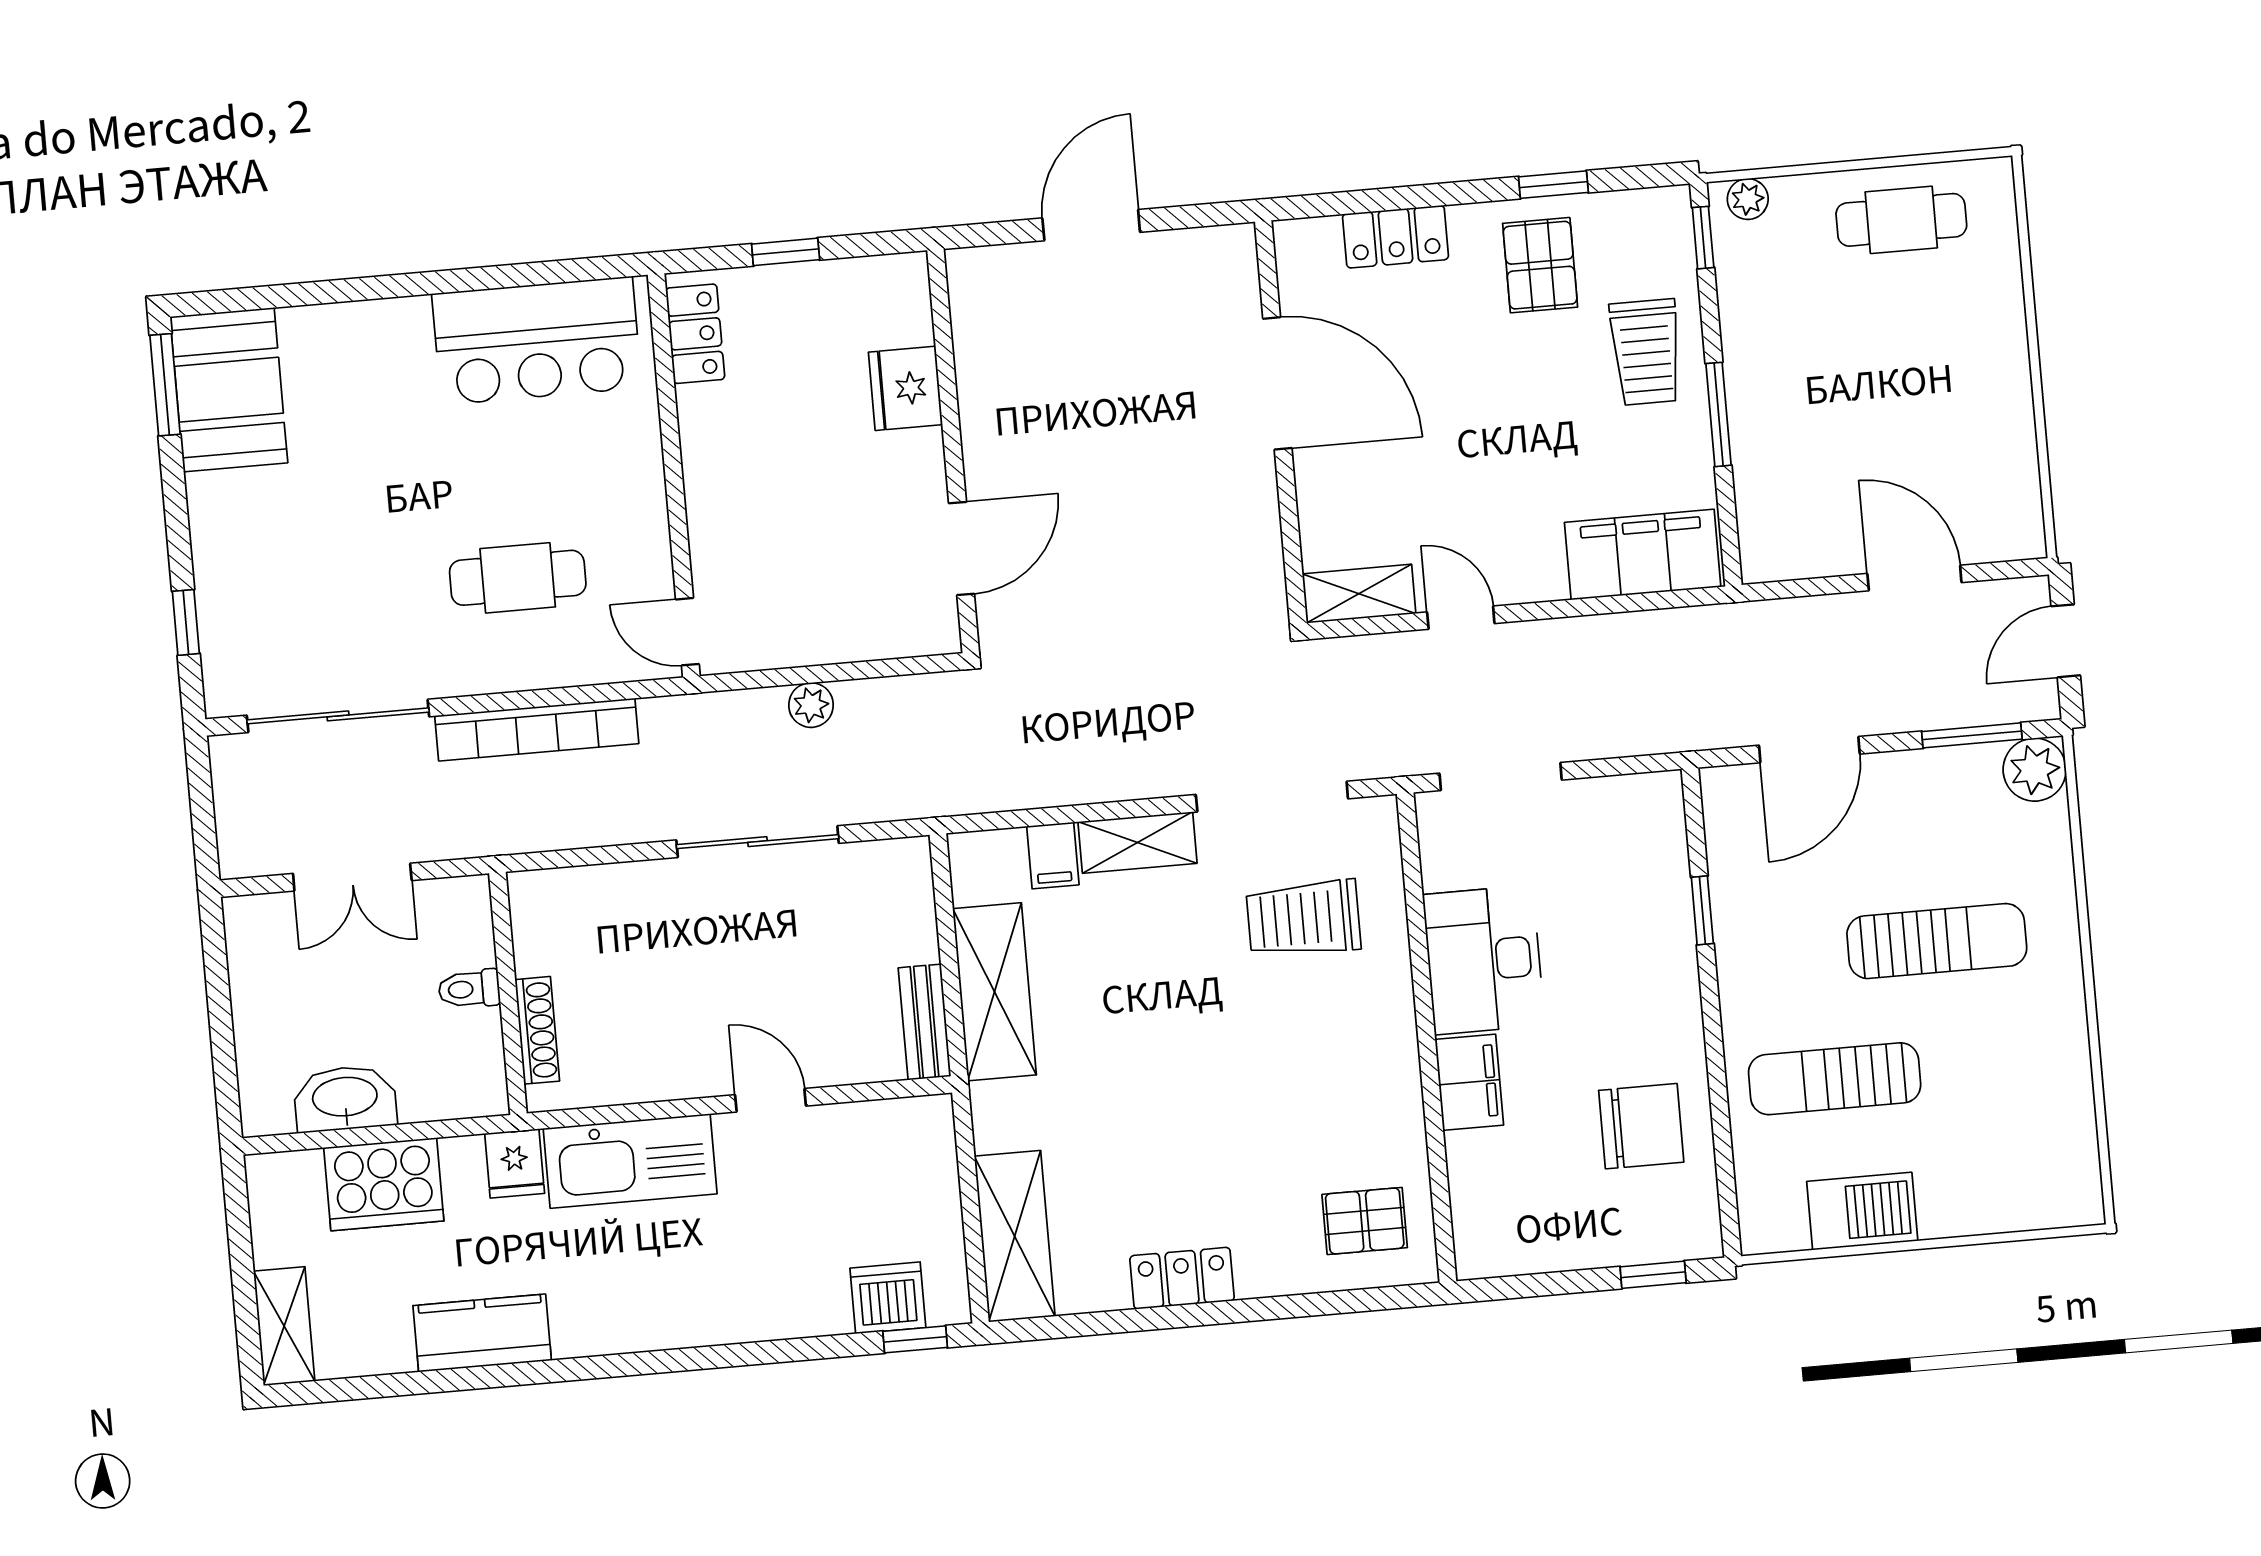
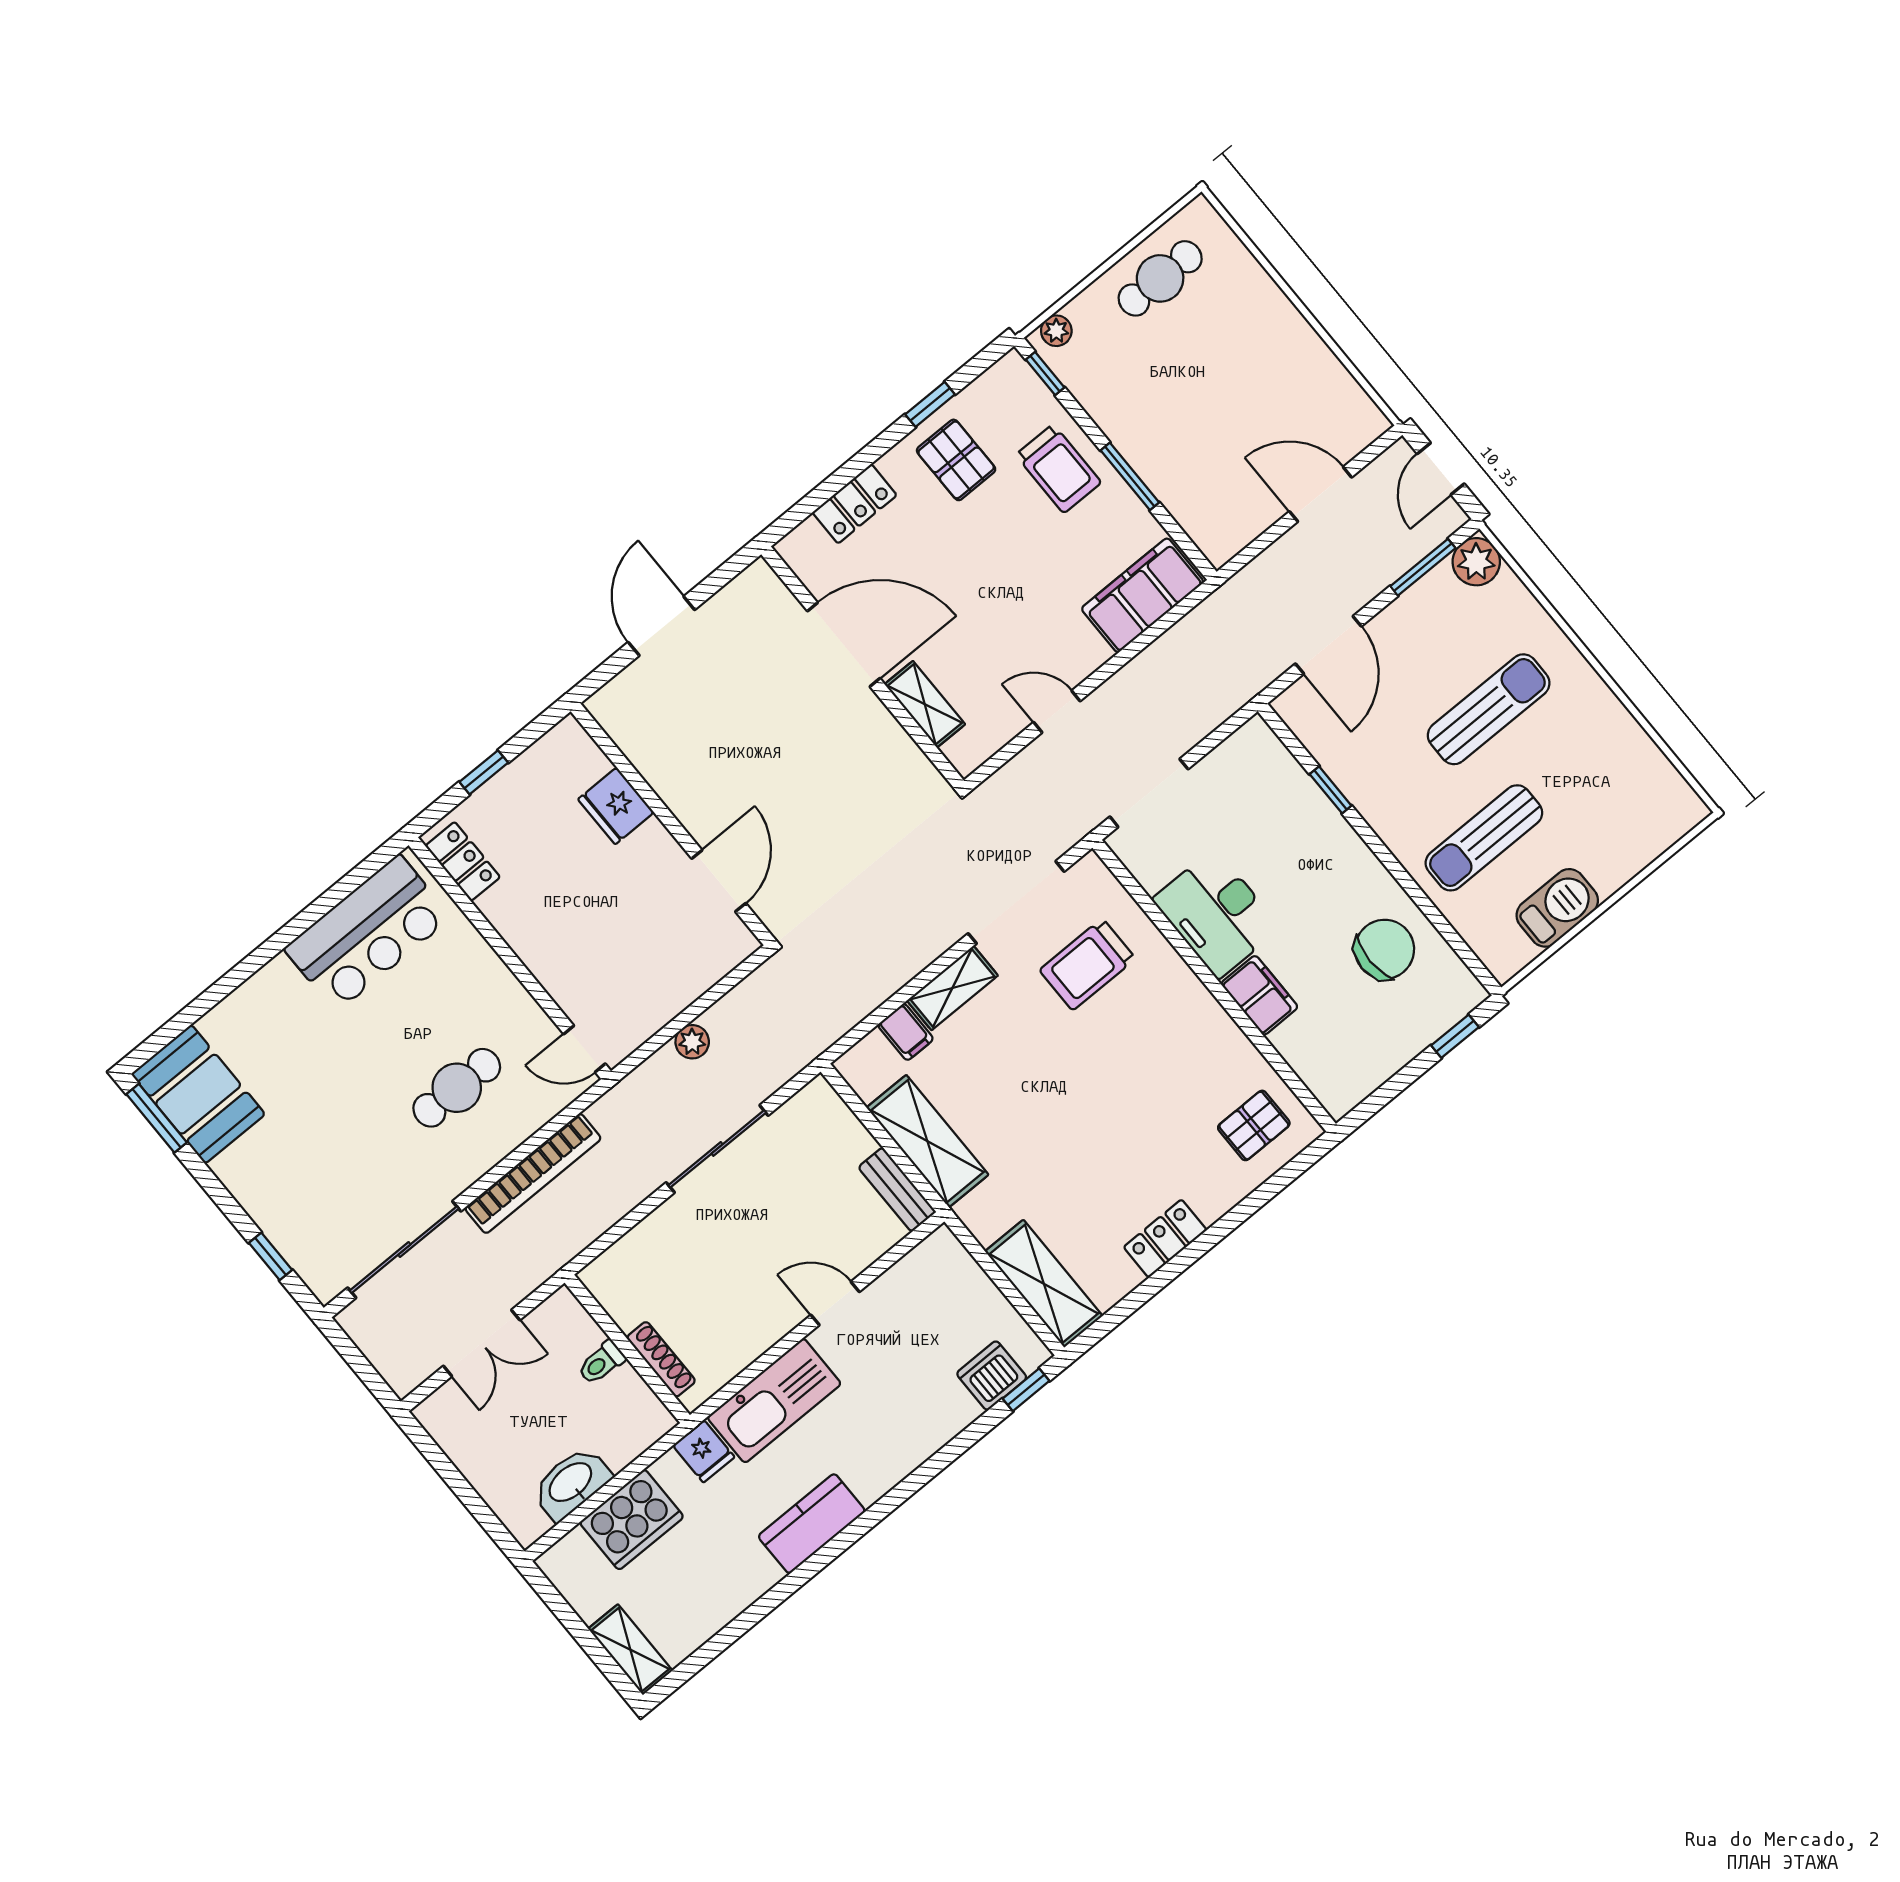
shelving: (1359, 594) -> (925, 704), moved, turned 90
kitchen counter: (482, 1333) -> (812, 1524), moved

